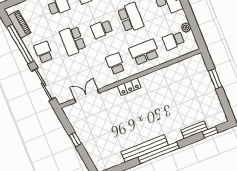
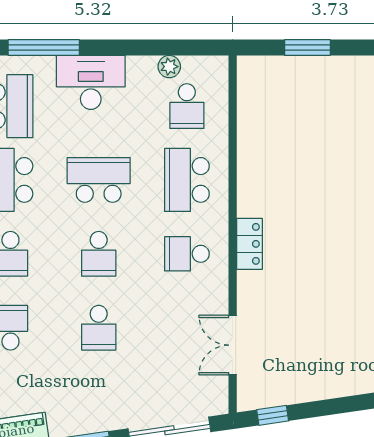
school desk: (73, 41) -> (99, 328), width x0.54
school desk: (44, 52) -> (99, 402), removed
window: (75, 140) -> (273, 415), moved

